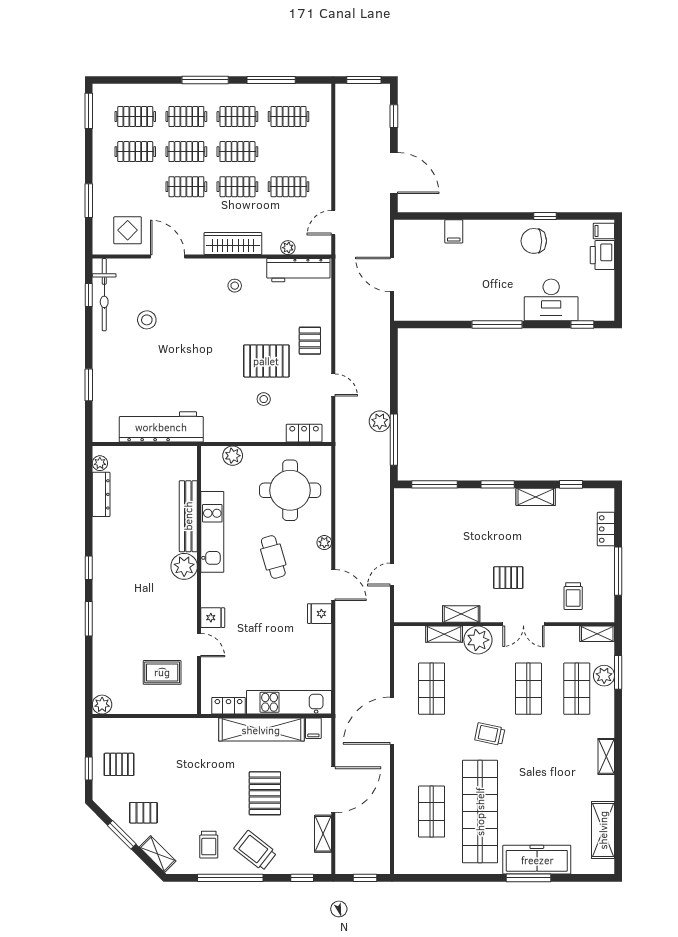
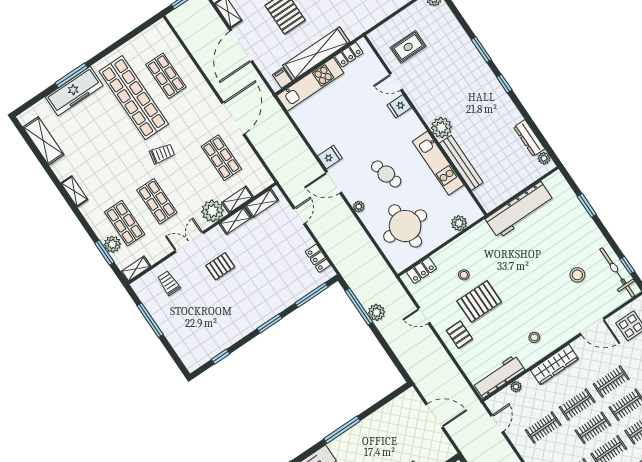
shelving: (536, 497) -> (262, 203), moved
locker: (606, 529) -> (318, 258), moved, turned 180

